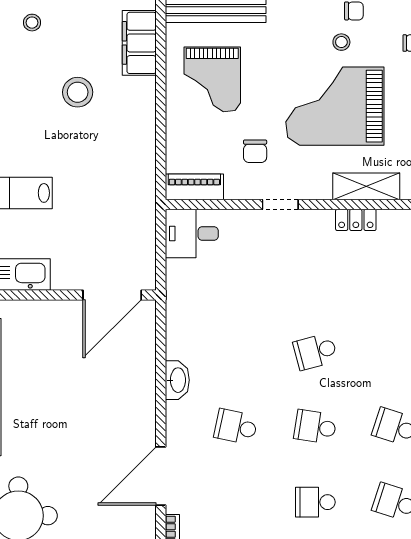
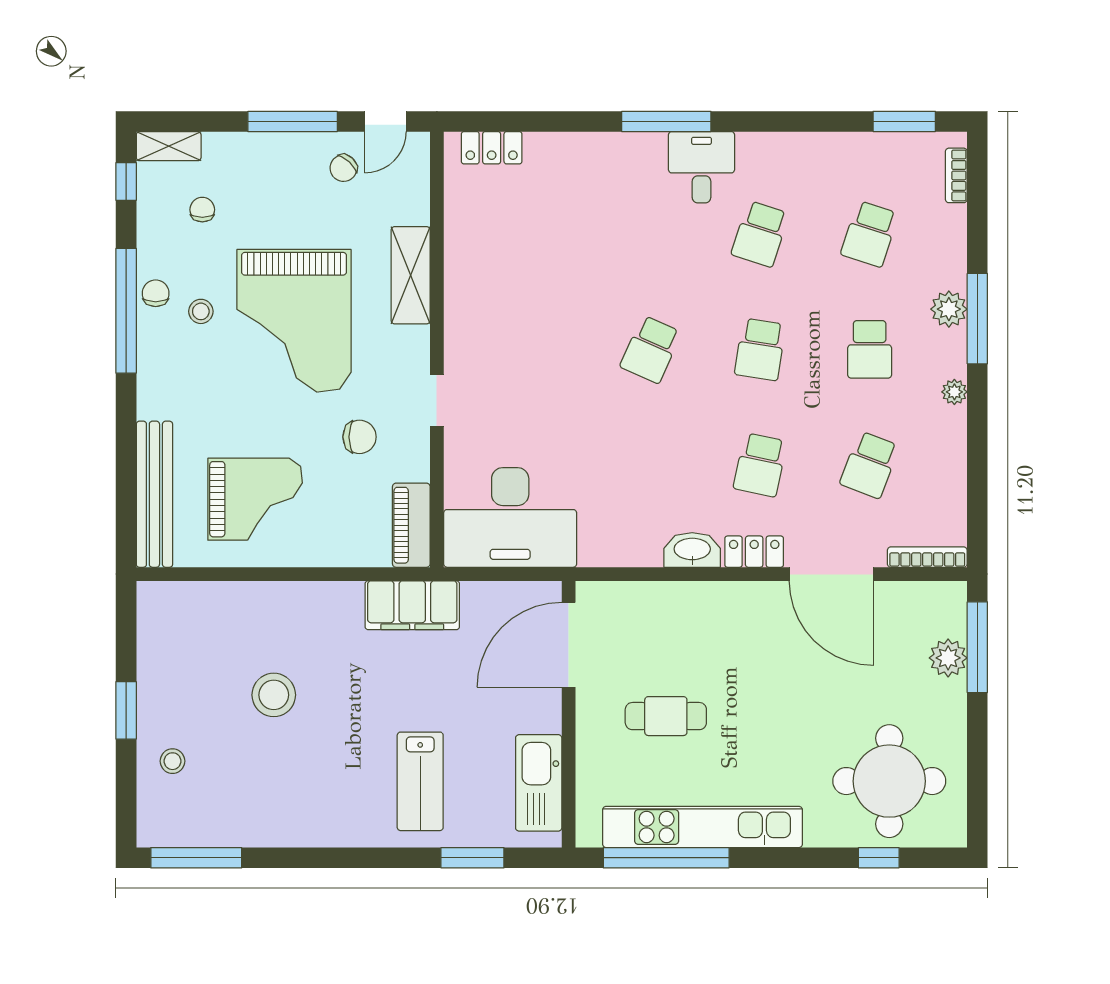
filing cabinet: (139, 43) -> (412, 605), moved
locker: (356, 220) -> (754, 552), moved, turned -90
desk: (192, 234) -> (510, 517), width x1.87, depth x1.30
door: (112, 295) -> (569, 645), swing flipped
school desk: (315, 351) -> (651, 349), turned 39
cafe table: (63, 362) -> (666, 716), added
school desk: (236, 502) -> (870, 465), added

